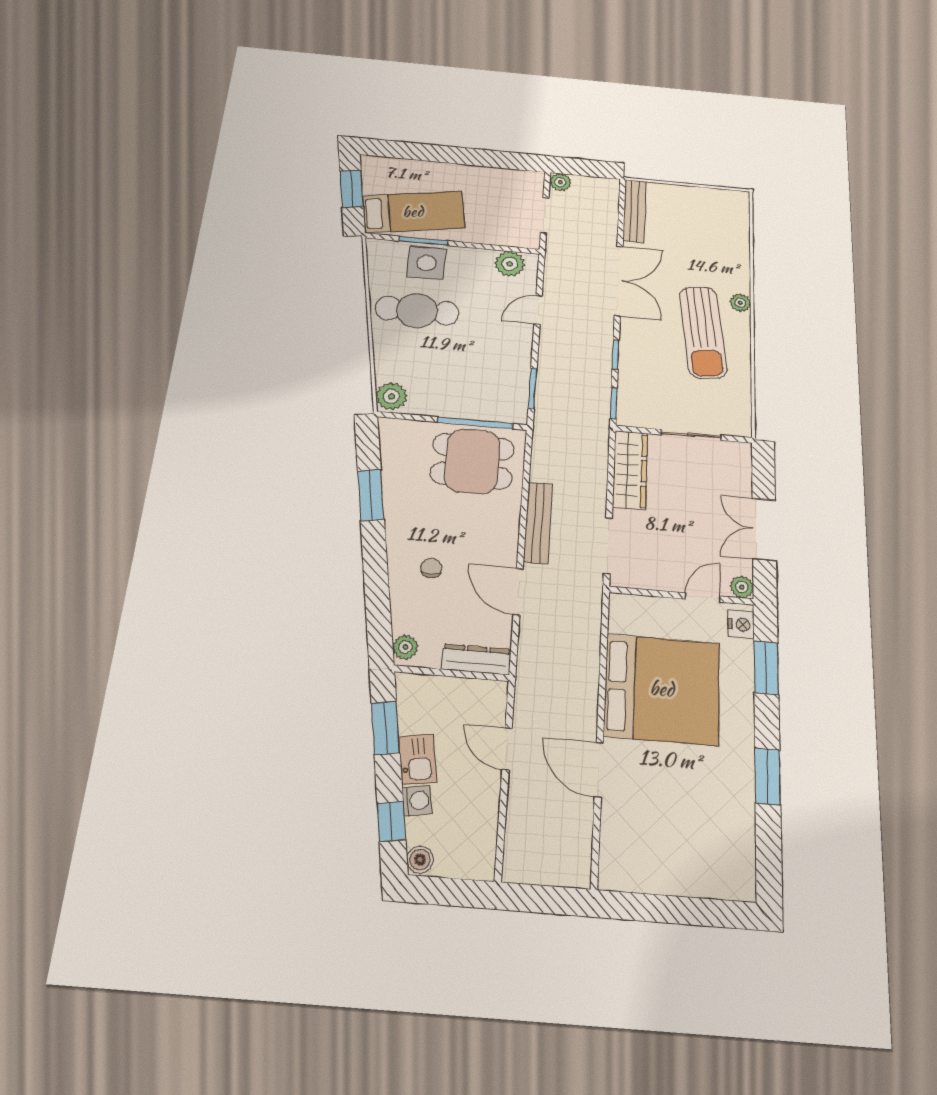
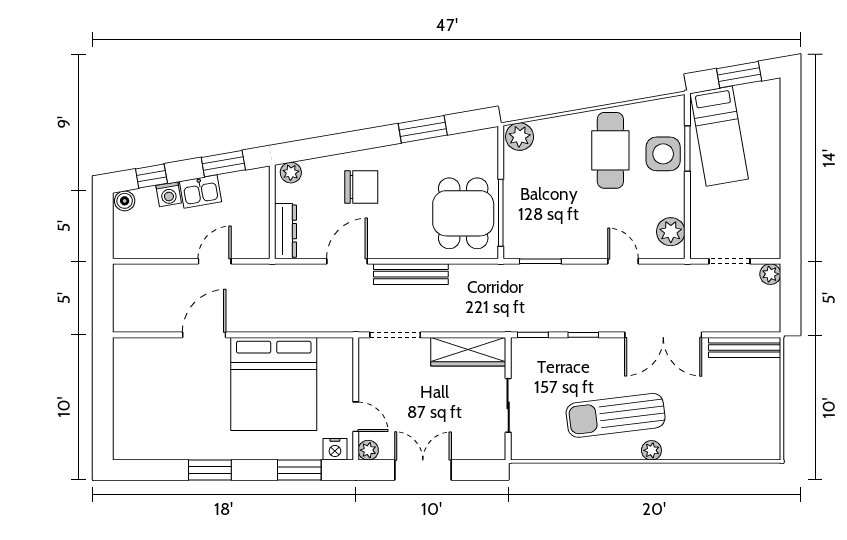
chair: (431, 568) -> (361, 187), width x1.87, depth x1.87

